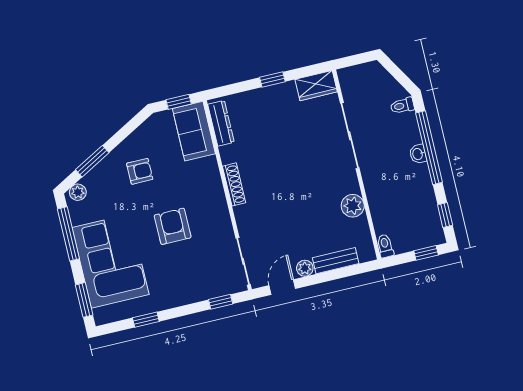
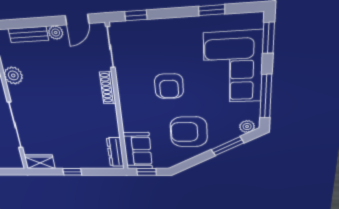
armchair: (140, 171) -> (189, 132), width x1.88, depth x1.88
shoe rack: (234, 184) -> (108, 88), moved

